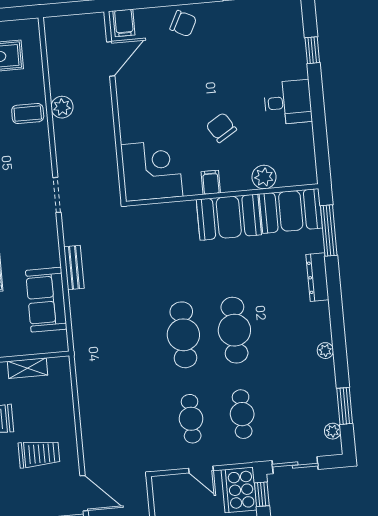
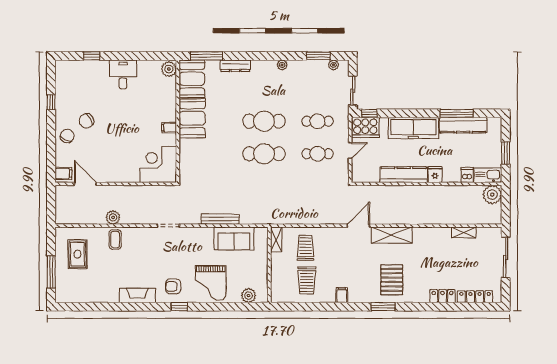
chair: (221, 128) -> (86, 121), moved
plant: (264, 177) -> (169, 69), moved
bench: (74, 268) -> (220, 219), width x1.36
shelving: (27, 368) -> (276, 239), moved
trolley: (39, 454) -> (305, 248), moved

